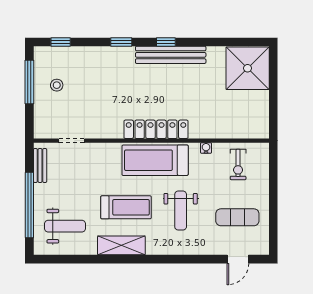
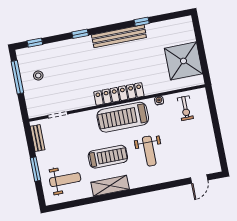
window: (166, 42) -> (142, 22), moved
shower: (248, 68) -> (183, 61), moved
window: (29, 205) -> (35, 169), width x0.47
exercise mat: (237, 217) -> (193, 148), removed

